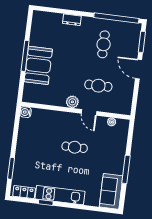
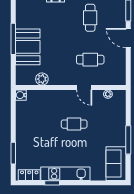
plant: (72, 102) -> (42, 79), moved

